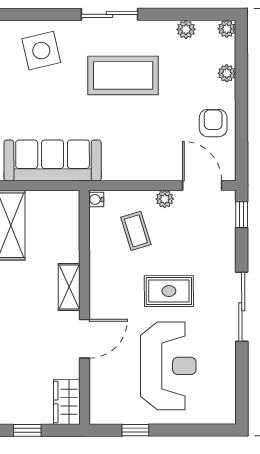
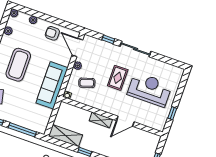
sofa: (53, 160) -> (52, 85), moved
door: (202, 185) -> (77, 48), hinge flipped
window: (242, 215) -> (108, 39), moved
door: (84, 339) -> (125, 121), swing flipped
wardrobe: (67, 402) -> (150, 138), removed

